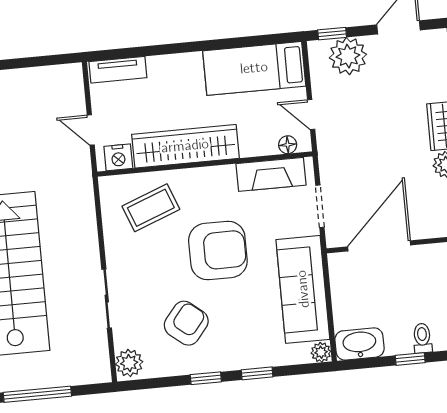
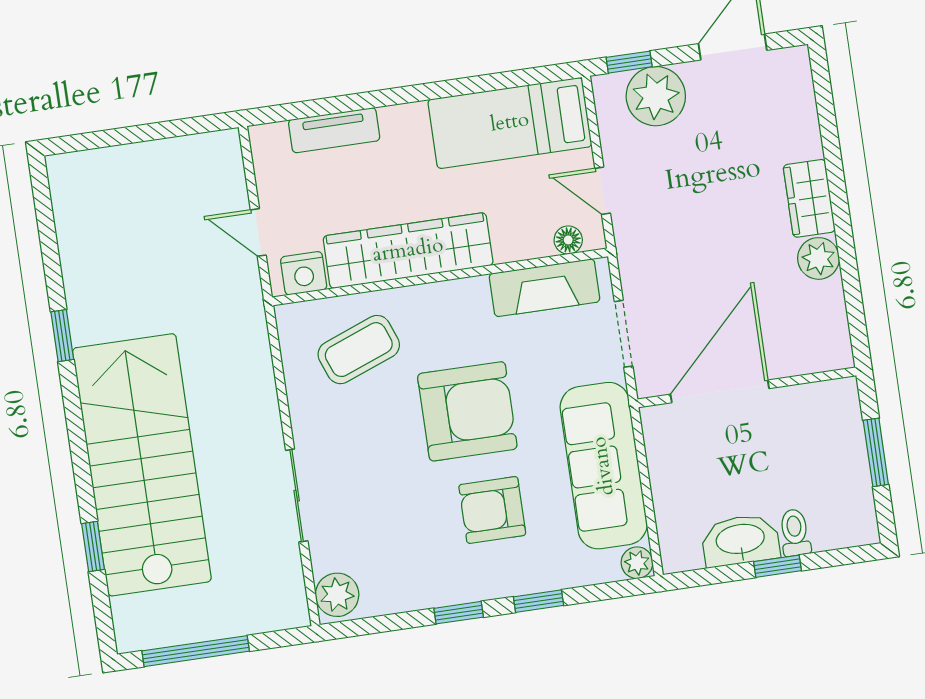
tv unit: (118, 70) -> (334, 130), moved
armchair: (186, 323) -> (492, 510), moved, turned -129
washbasin: (360, 344) -> (740, 540), moved

